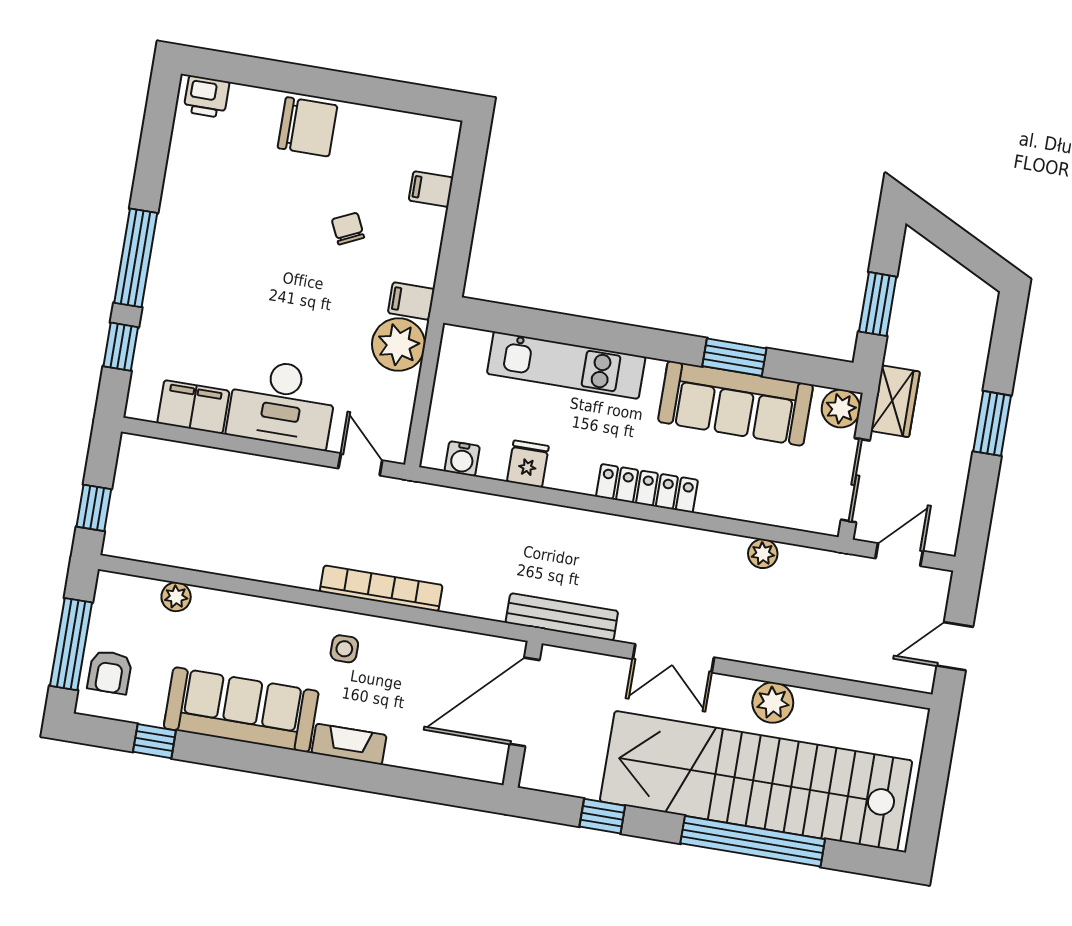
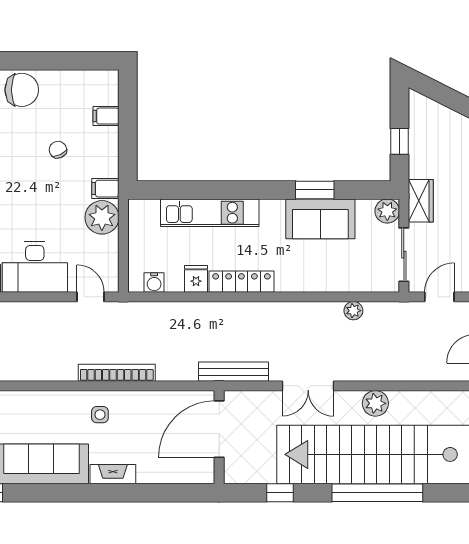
window: (878, 304) -> (399, 141), width x0.67
sofa: (736, 403) -> (320, 219), width x0.73
locker: (647, 488) -> (241, 282), moved

